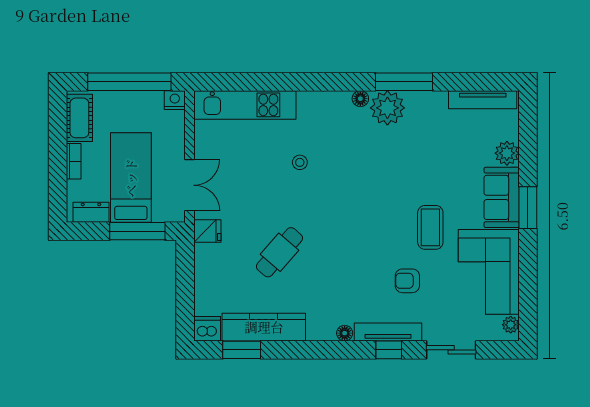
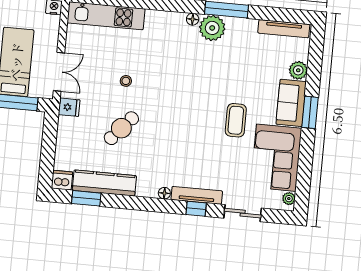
stool: (300, 162) -> (126, 81), moved
armchair: (407, 281) -> (215, 159), removed

